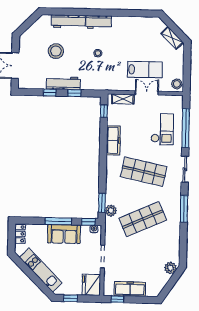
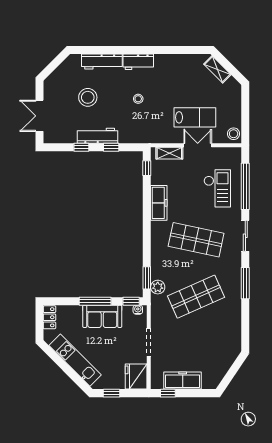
shelving: (172, 38) -> (217, 69), moved
plant: (170, 268) -> (231, 354), removed

